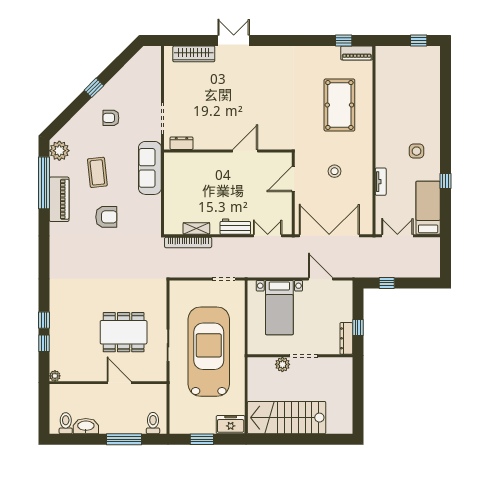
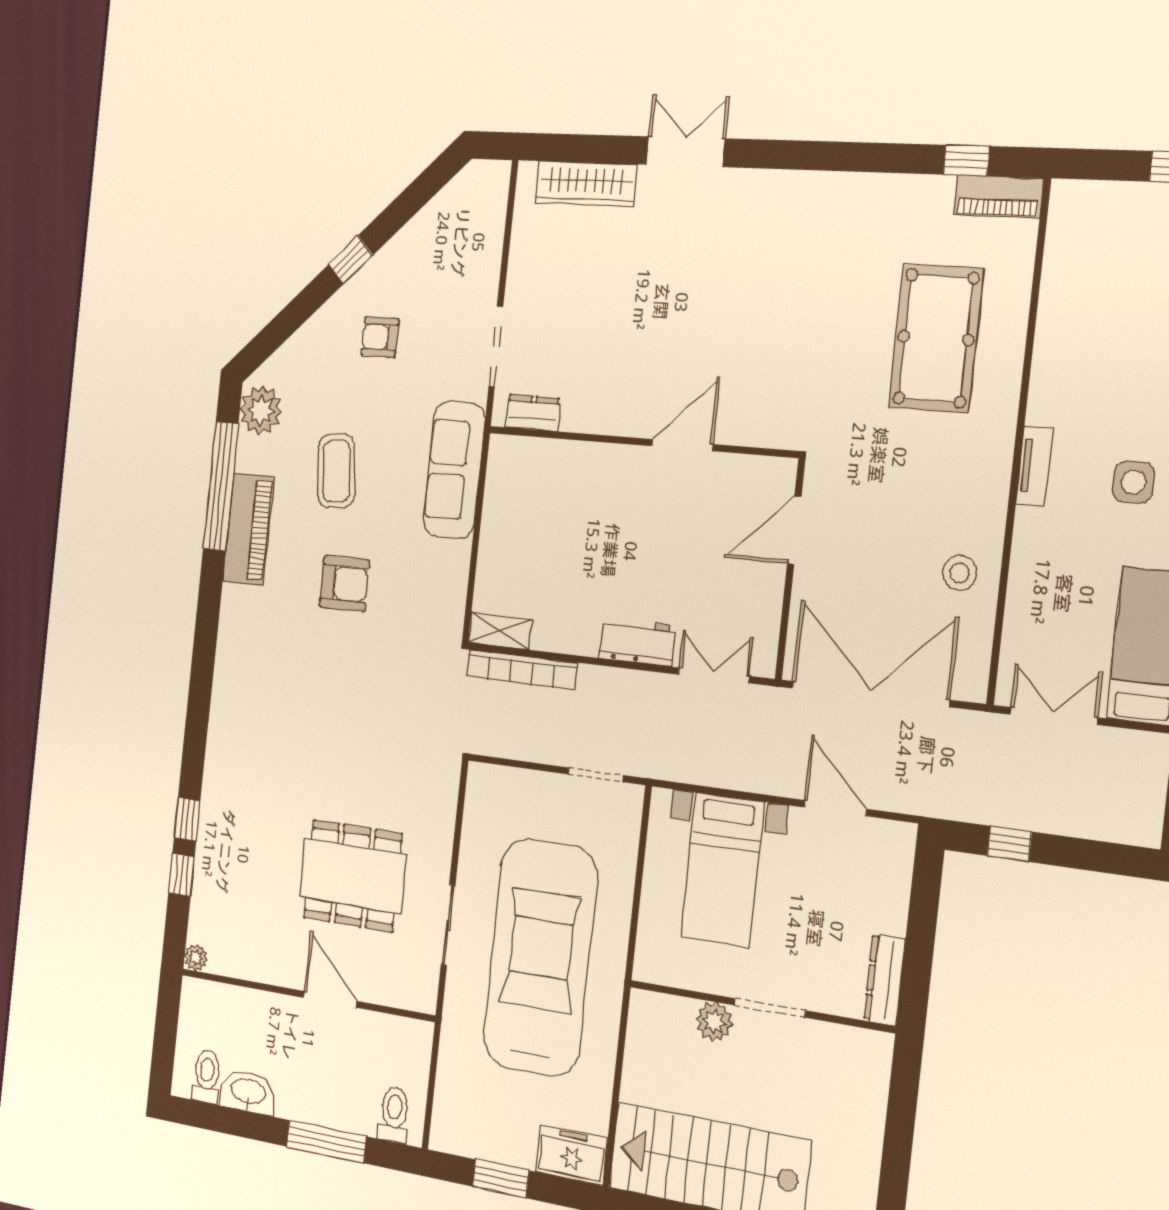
stool: (335, 171) -> (960, 573), moved
tv unit: (381, 182) -> (1034, 466), moved
shelving: (196, 229) -> (500, 631), moved
window: (358, 328) -> (918, 955), removed

